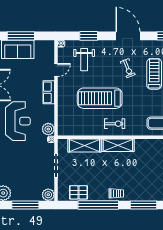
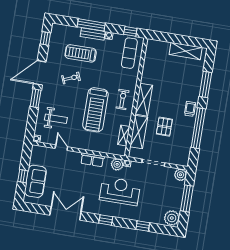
window: (21, 36) -> (23, 176), width x0.46
window: (89, 36) -> (36, 98), moved
row of seats: (49, 92) -> (92, 160), moved
reception desk: (18, 121) -> (120, 191), moved
shelving: (79, 131) -> (124, 135), added
pallet: (79, 192) -> (164, 127), moved

